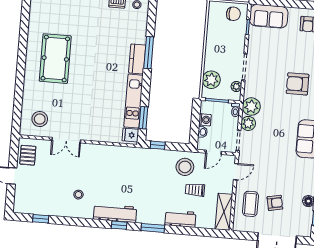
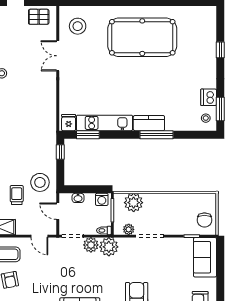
pool table: (55, 59) -> (142, 37), width x1.36, depth x1.32
washing machine: (205, 120) -> (102, 199), moved

